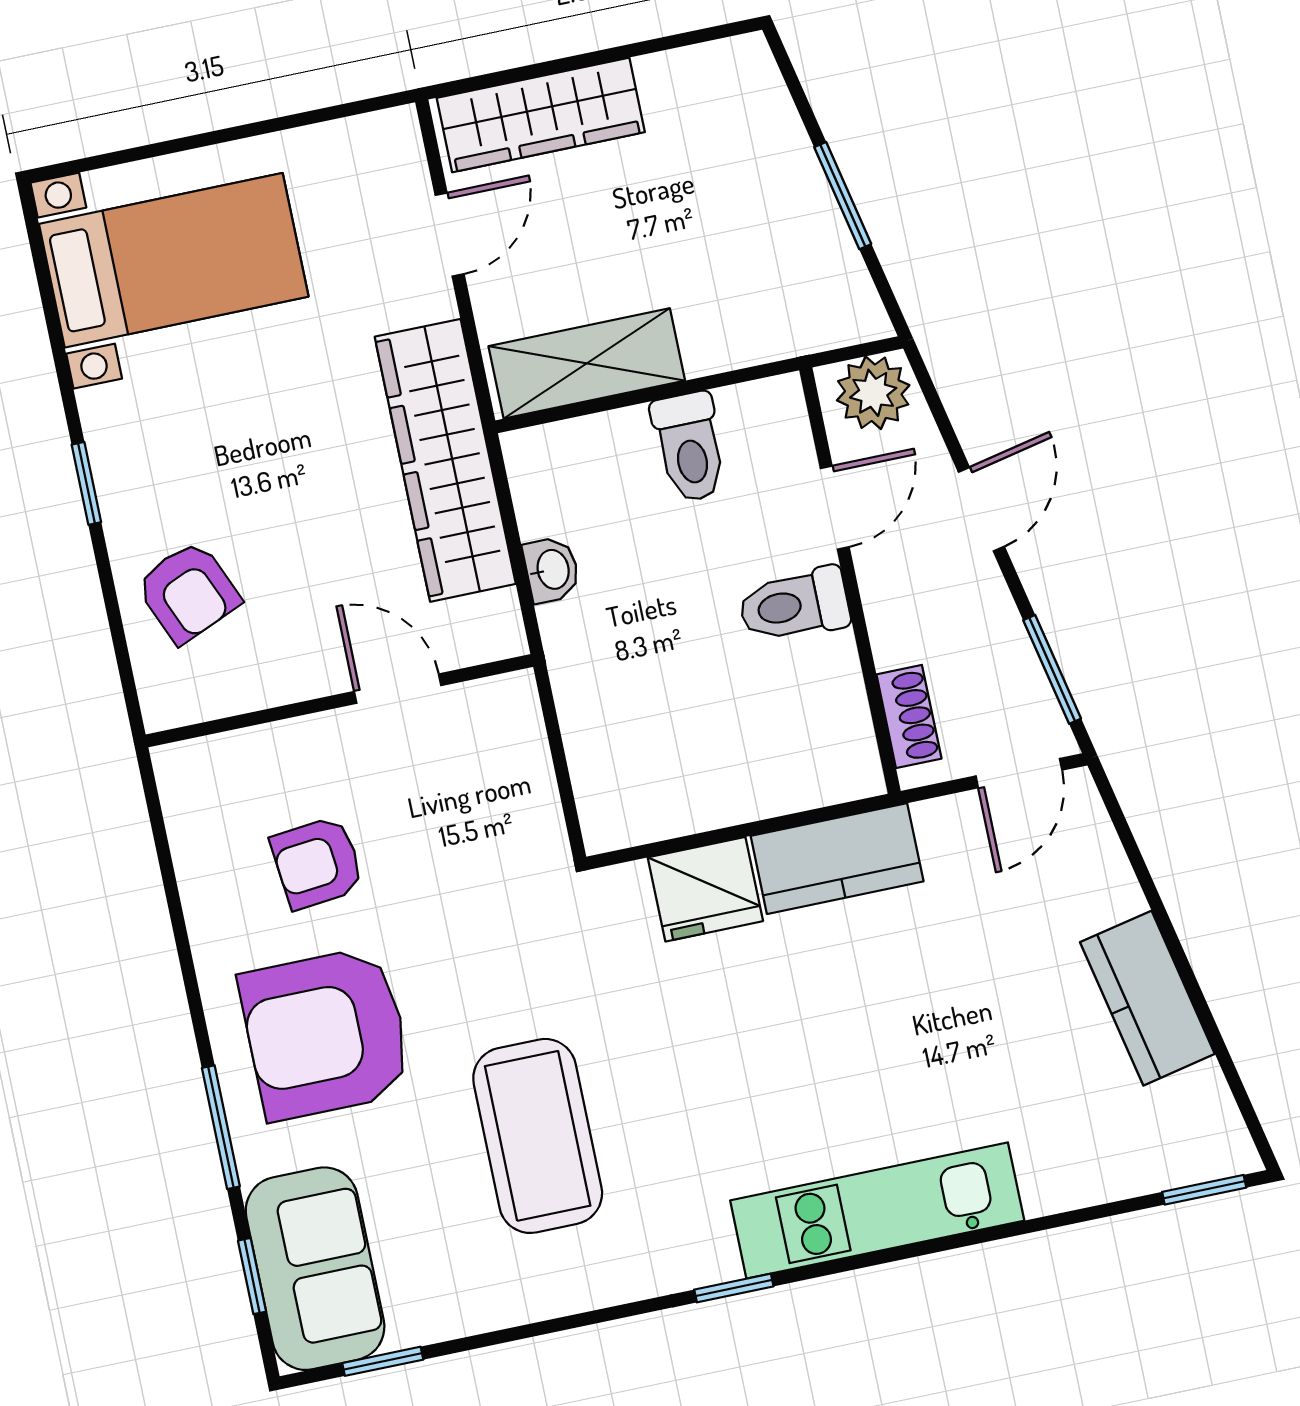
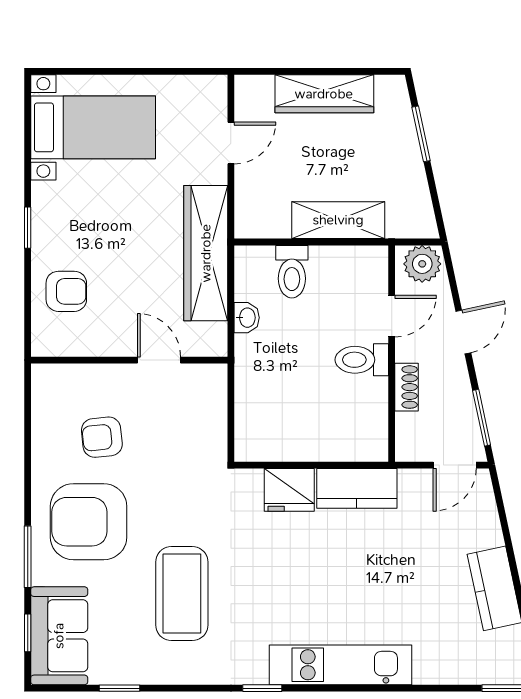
wardrobe: (541, 115) -> (324, 94), moved
window: (843, 196) -> (421, 134), moved
shelving: (587, 363) -> (338, 220), moved
toilet: (689, 447) -> (292, 272), moved
armchair: (188, 592) -> (66, 291), turned -67
shoe rack: (909, 717) -> (407, 387), moved
window: (383, 1361) -> (119, 688), moved

